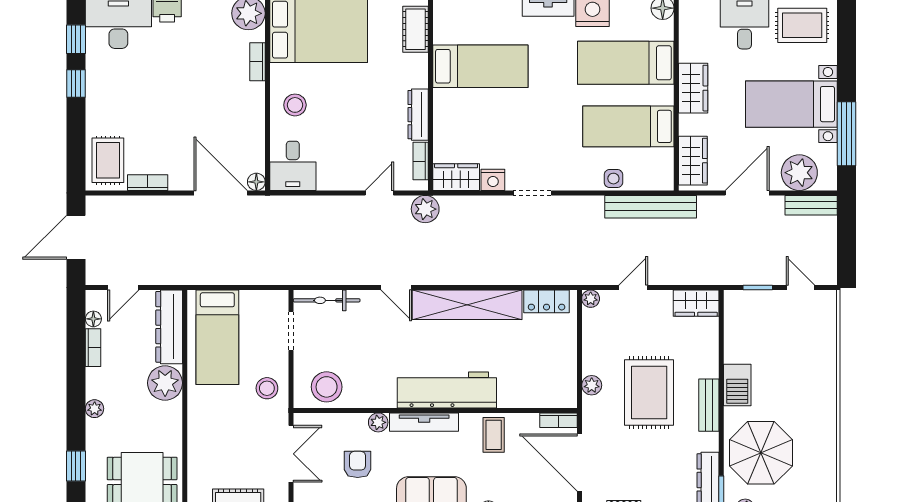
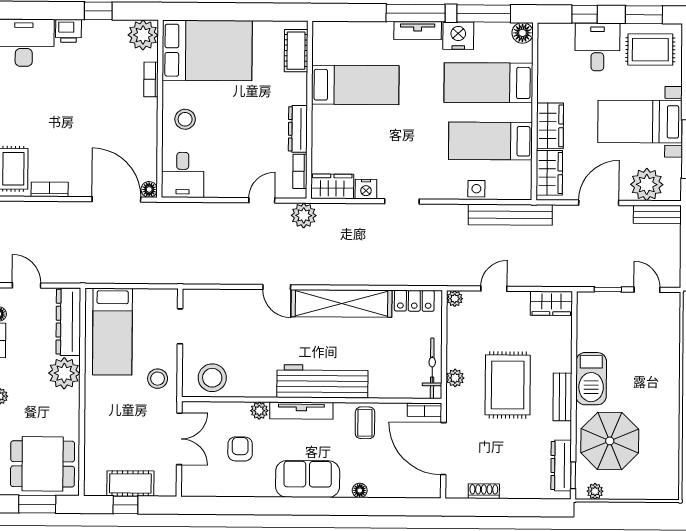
wardrobe: (693, 88) -> (550, 126), moved
door: (123, 287) -> (27, 285), swing flipped
bicycle: (327, 300) -> (432, 368), moved, turned 90
barbecue: (737, 385) -> (591, 379), width x1.37, depth x1.21

